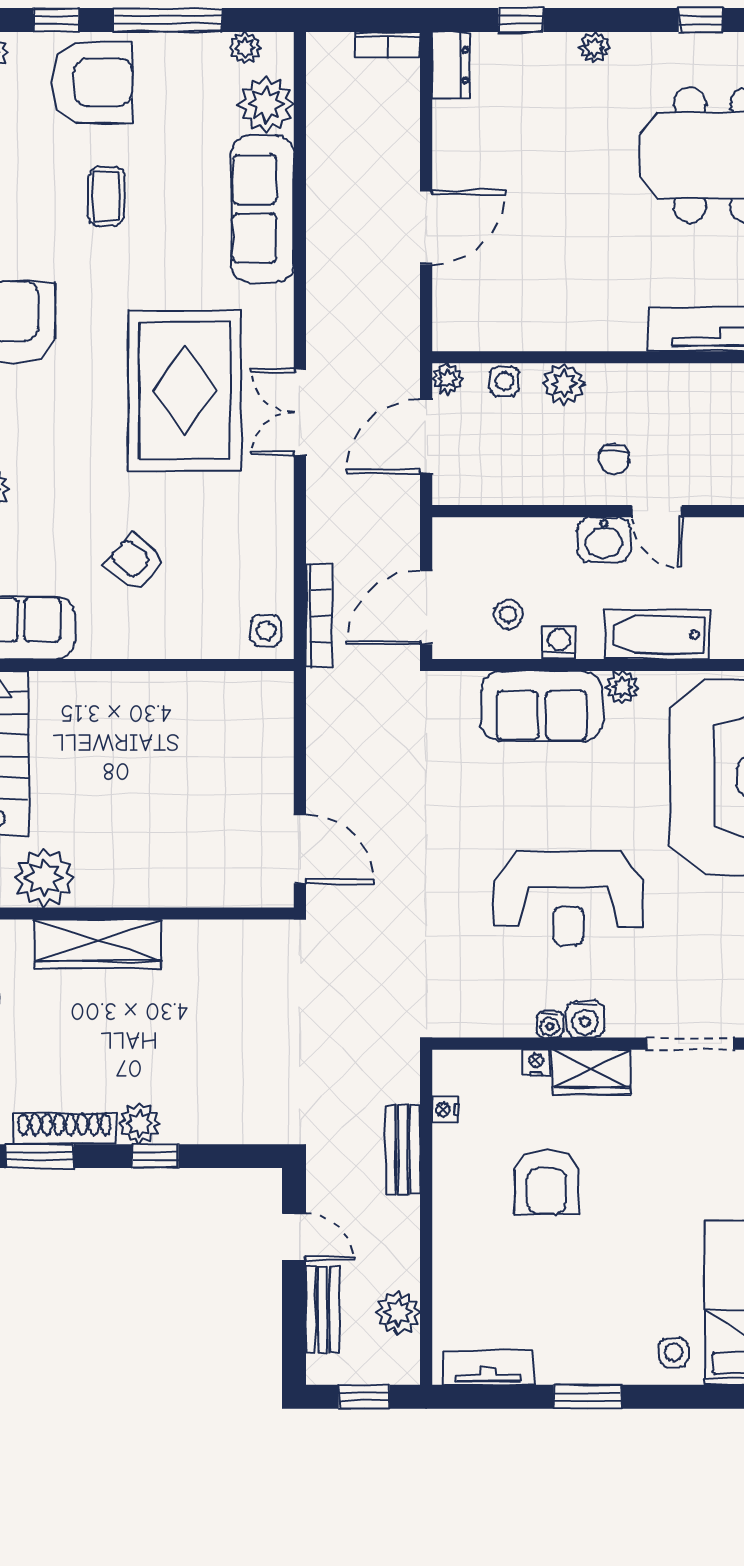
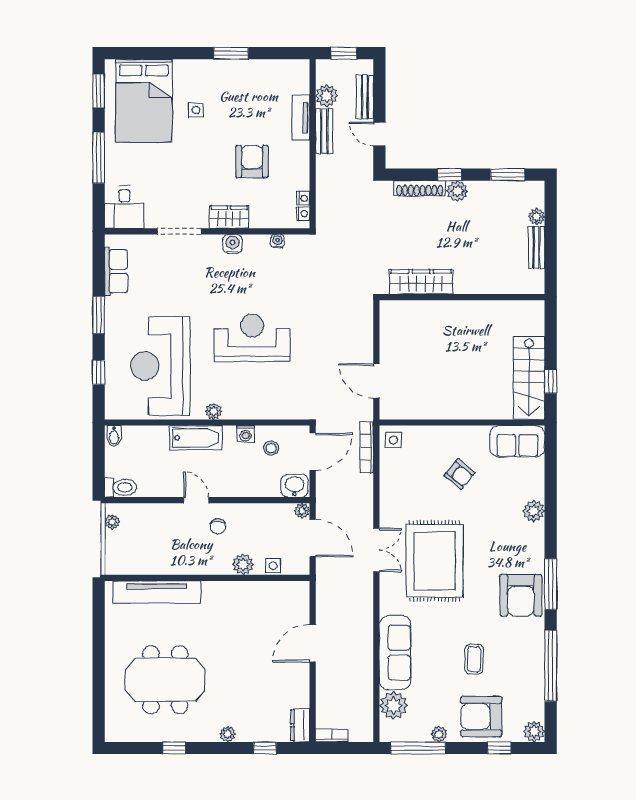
window: (168, 20) -> (418, 748), moved
plant: (245, 48) -> (439, 734), moved
plant: (447, 379) -> (302, 511), moved
door: (426, 436) -> (313, 538), hinge flipped
chair: (614, 459) -> (218, 526), turned 180
washbasin: (604, 540) -> (294, 486), moved
sofa: (542, 706) -> (254, 402), removed
door: (300, 849) -> (376, 381), moved
plant: (44, 878) -> (505, 315), removed
reception desk: (568, 899) -> (252, 338), moved
wardrobe: (98, 944) -> (421, 282), moved
water cooler: (550, 1024) -> (277, 241), moved
nightstand: (536, 1062) -> (303, 214), moved, turned -90
shoe rack: (65, 1129) -> (420, 189), moved
bench: (403, 1150) -> (324, 131), moved
side table: (673, 1352) -> (196, 110), moved
tv unit: (488, 1368) -> (301, 118), moved, turned 90

